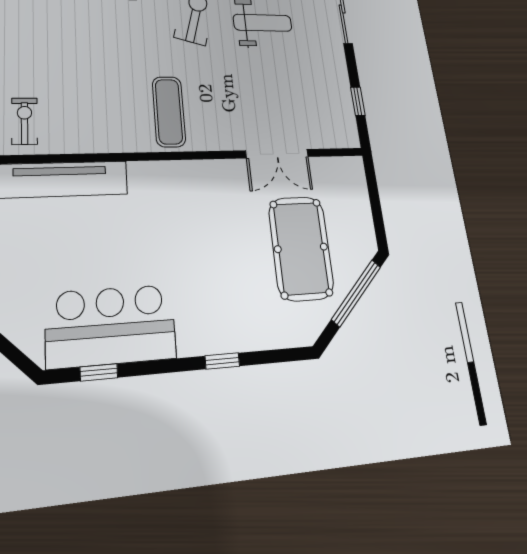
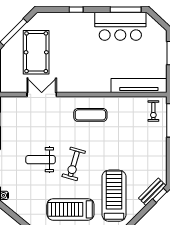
exercise mat: (169, 111) -> (90, 115), turned 90
window: (99, 372) -> (126, 10), width x2.17

